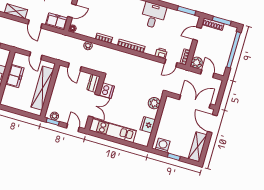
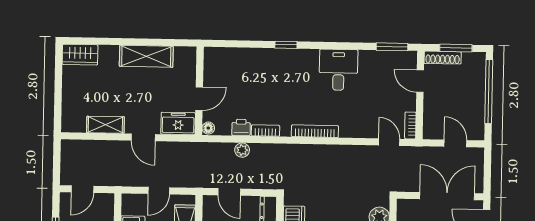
door: (197, 34) -> (420, 81), hinge flipped
printer: (161, 53) -> (241, 127), moved
door: (36, 56) -> (159, 191), hinge flipped
door: (171, 63) -> (389, 142), swing flipped
plant: (197, 63) -> (432, 130), removed

